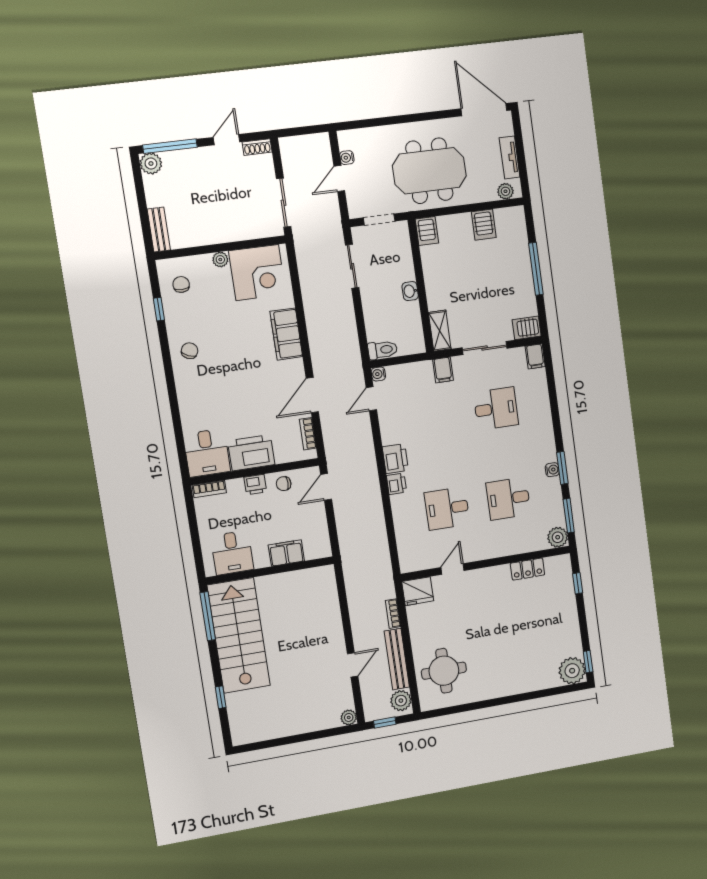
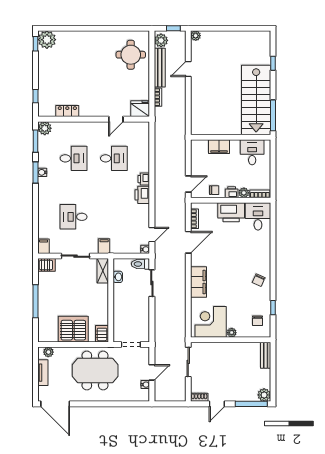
server rack: (484, 225) -> (73, 329), width x2.18, depth x1.44
sliding door: (352, 266) -> (152, 283), moved
washbasin: (410, 291) -> (118, 277), moved
plant: (235, 487) -> (244, 193), added

